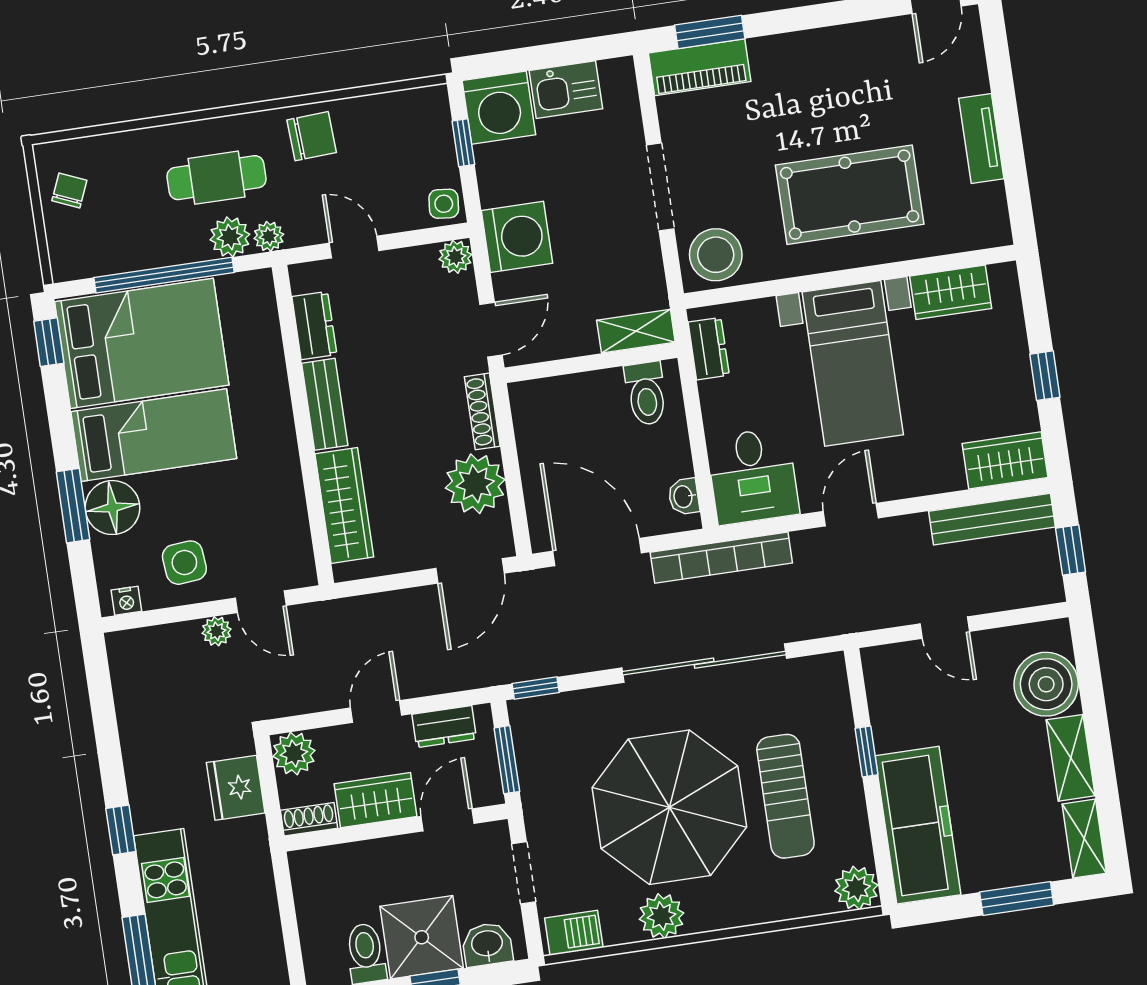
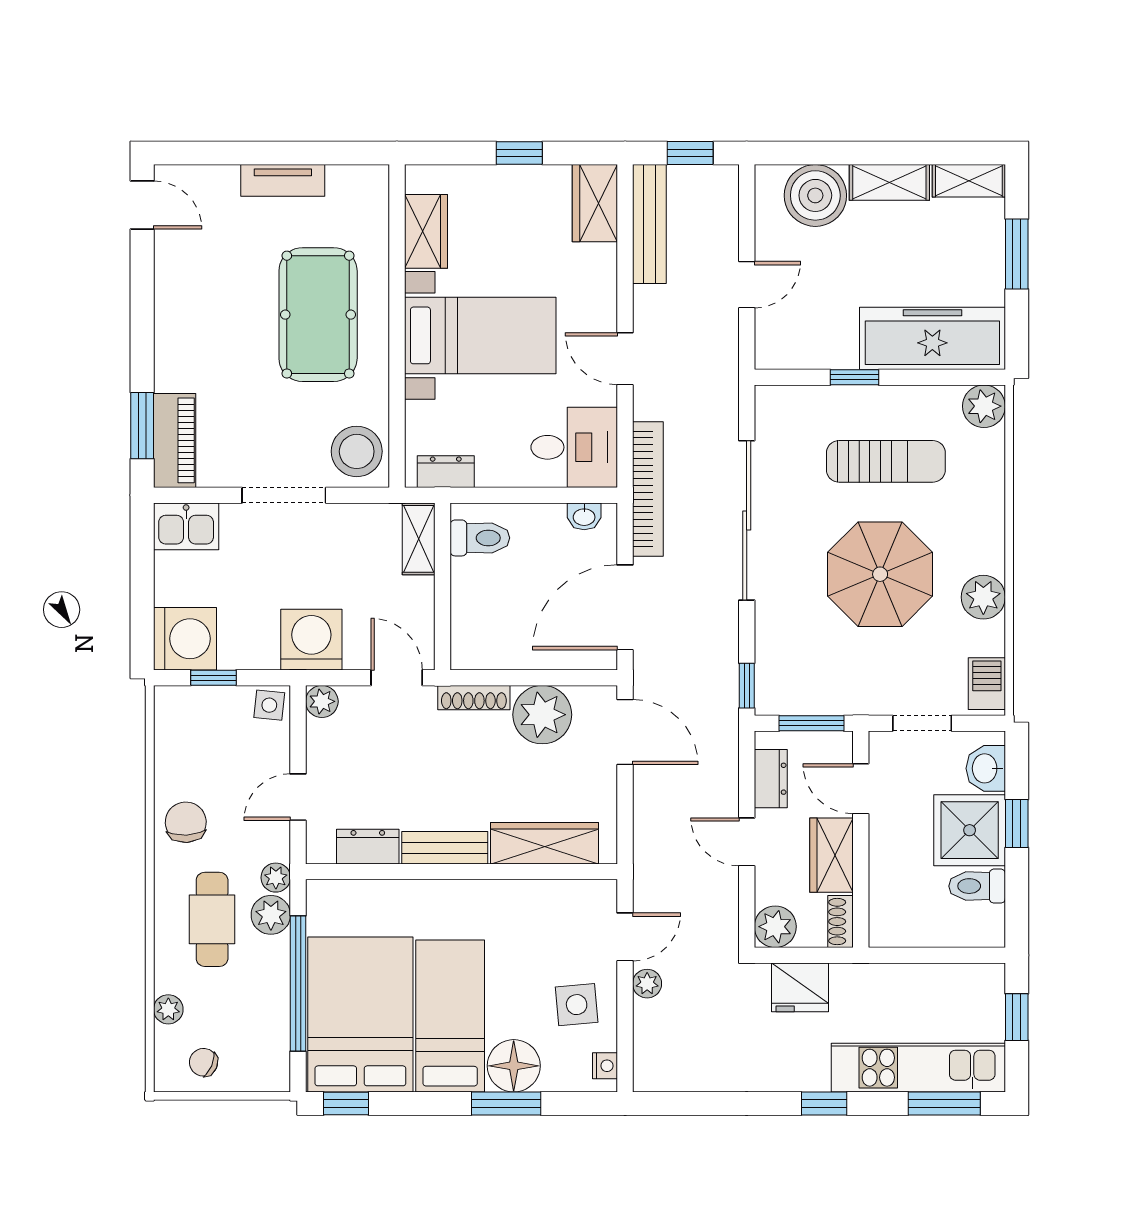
kitchen sink: (566, 90) -> (186, 526), moved, turned 90
plant: (118, 147) -> (168, 1009), added
parasol: (669, 807) -> (880, 574), width x0.73, depth x0.73

